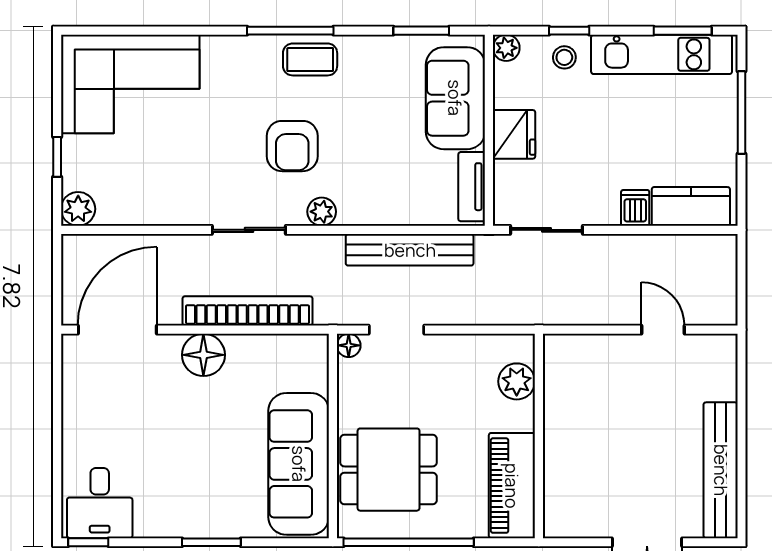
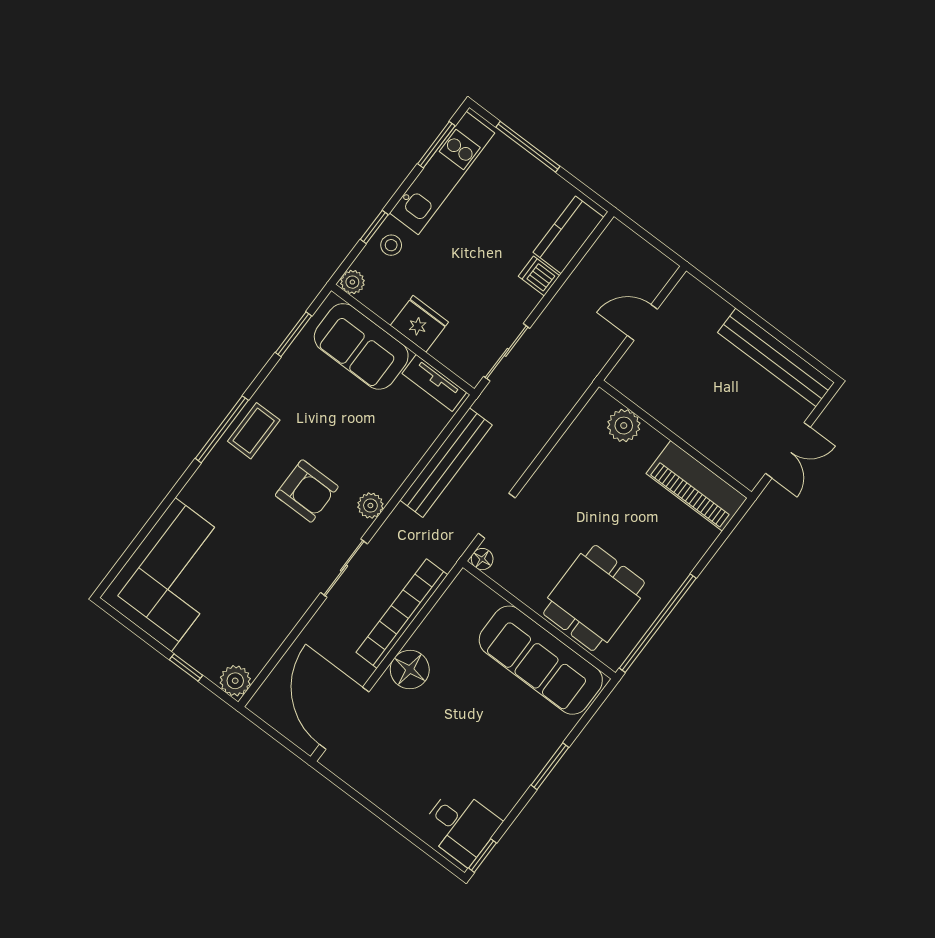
plant: (517, 381) -> (624, 426), moved
wall: (539, 436) -> (675, 439), moved
piano: (512, 486) -> (697, 486), moved

